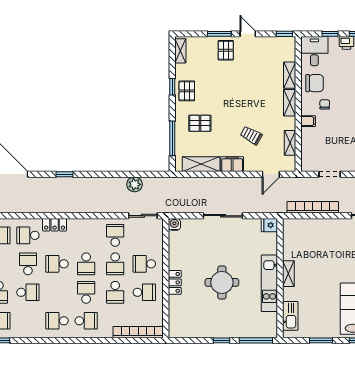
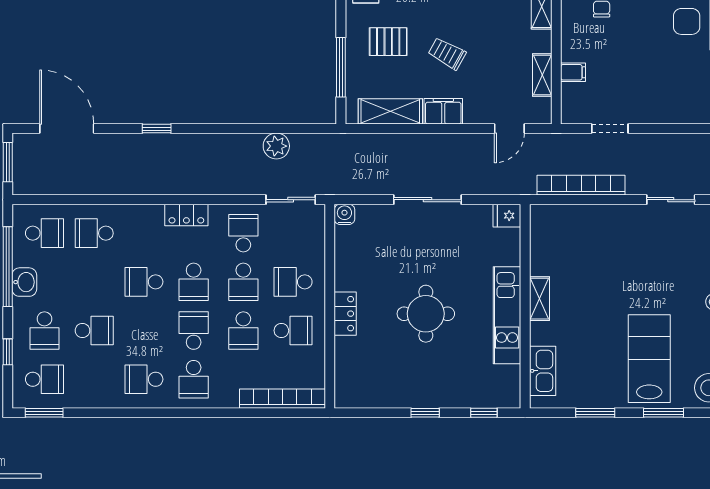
filing cabinet: (308, 121) -> (573, 72), moved
trolley: (251, 135) -> (447, 54), moved
locker: (55, 225) -> (186, 215), moved
school desk: (28, 264) -> (94, 282), removed
school desk: (86, 321) -> (194, 379), turned 90
window: (256, 340) -> (484, 413), width x0.46

